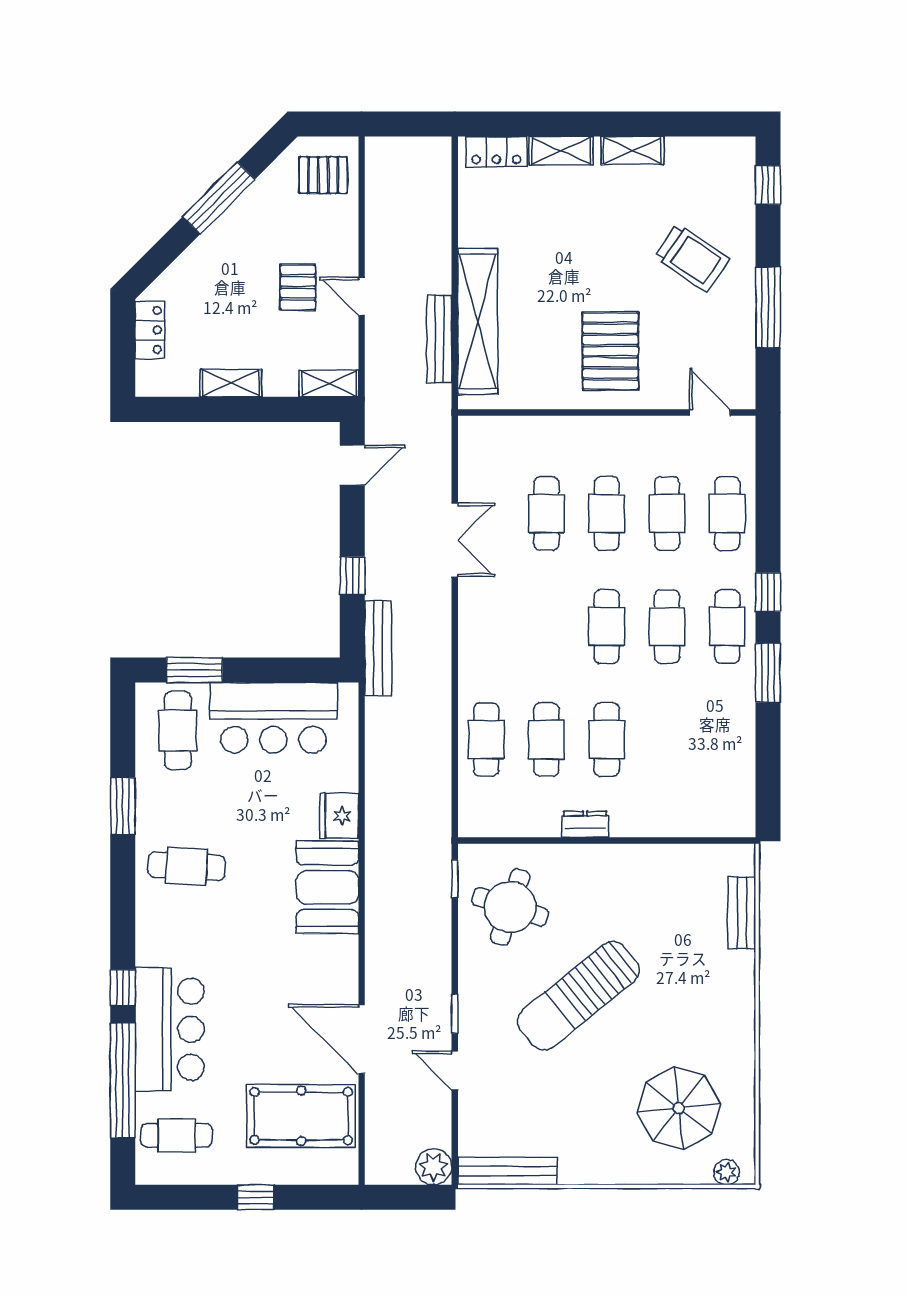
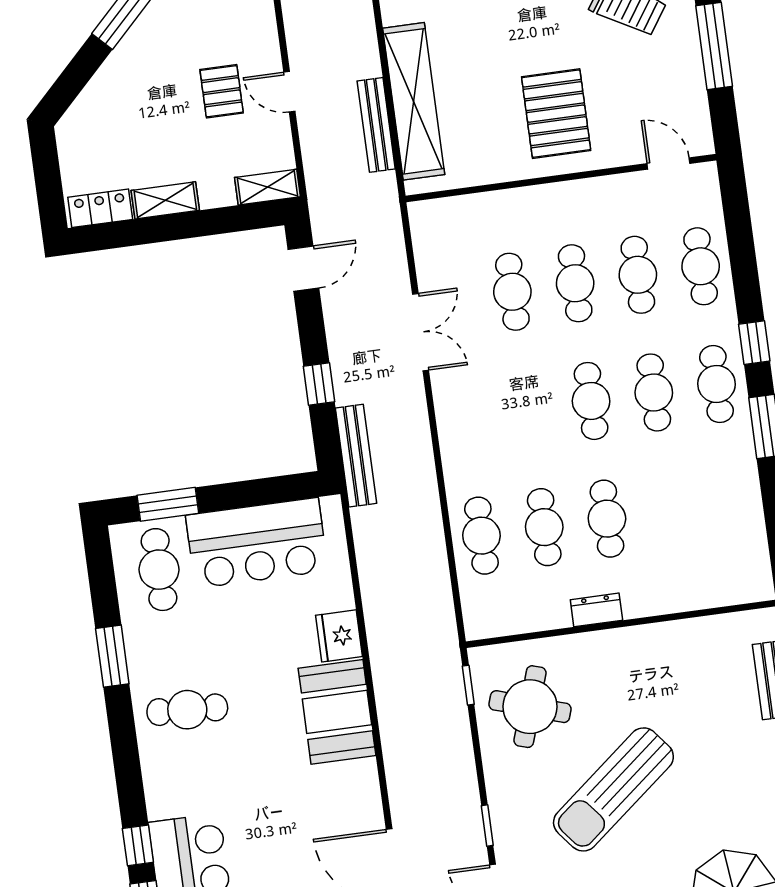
locker: (150, 330) -> (100, 208), moved, turned -90

